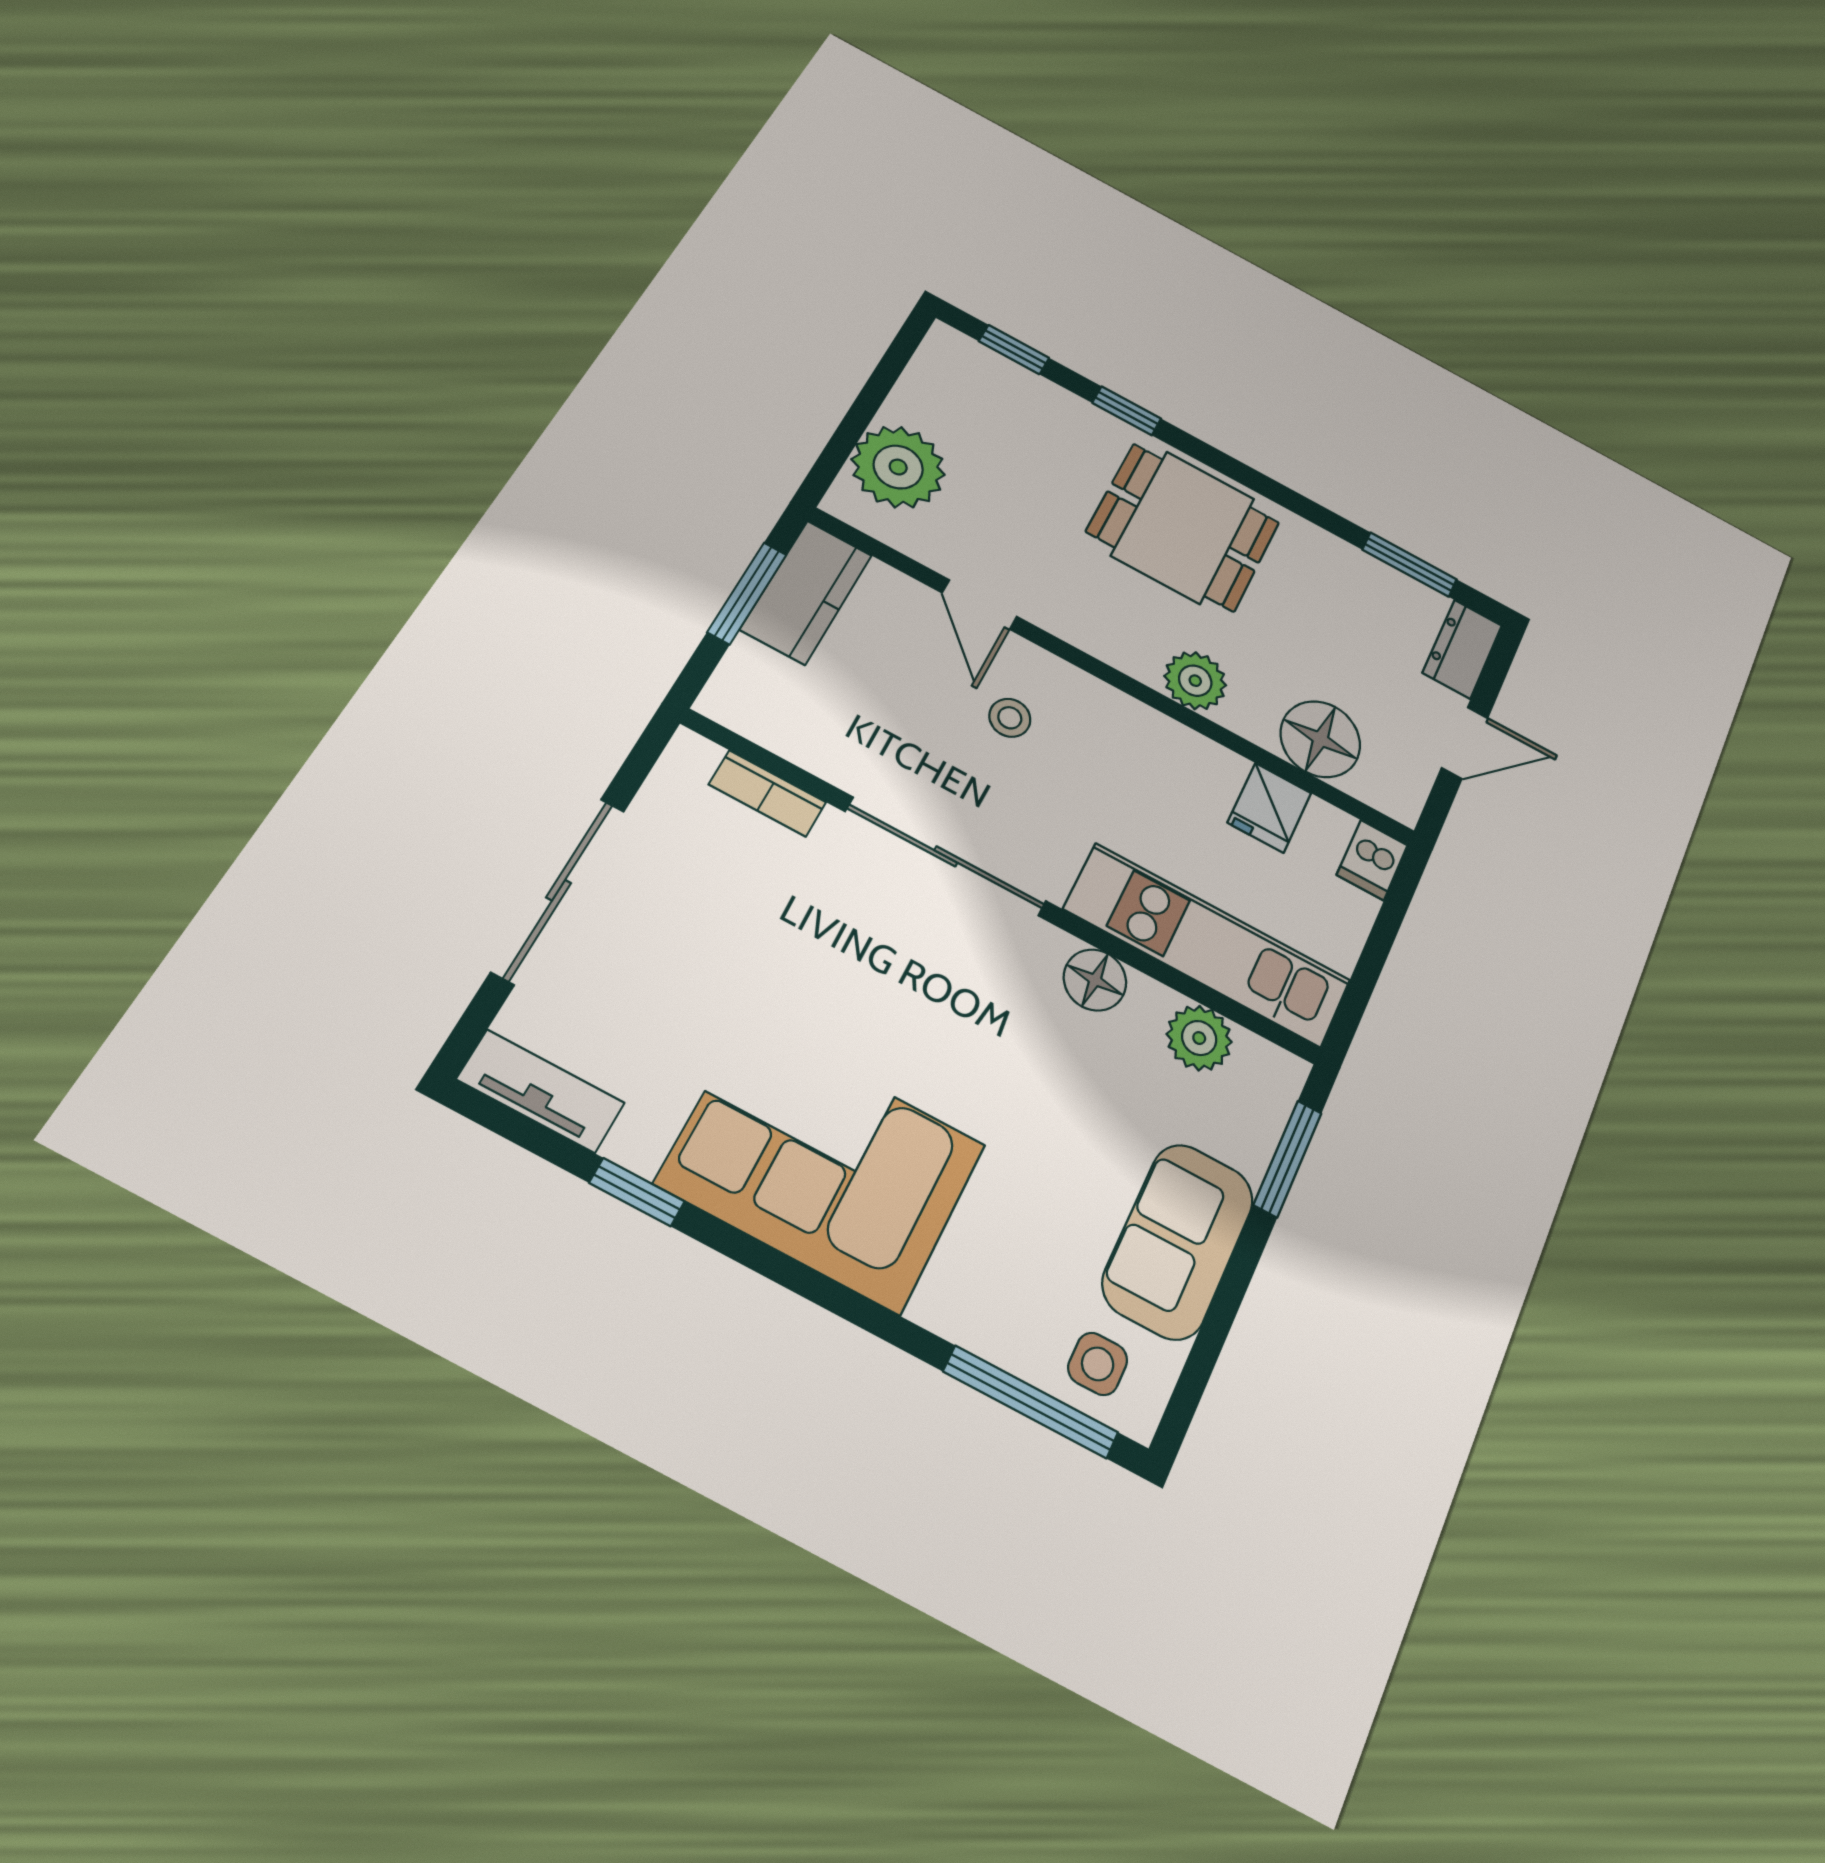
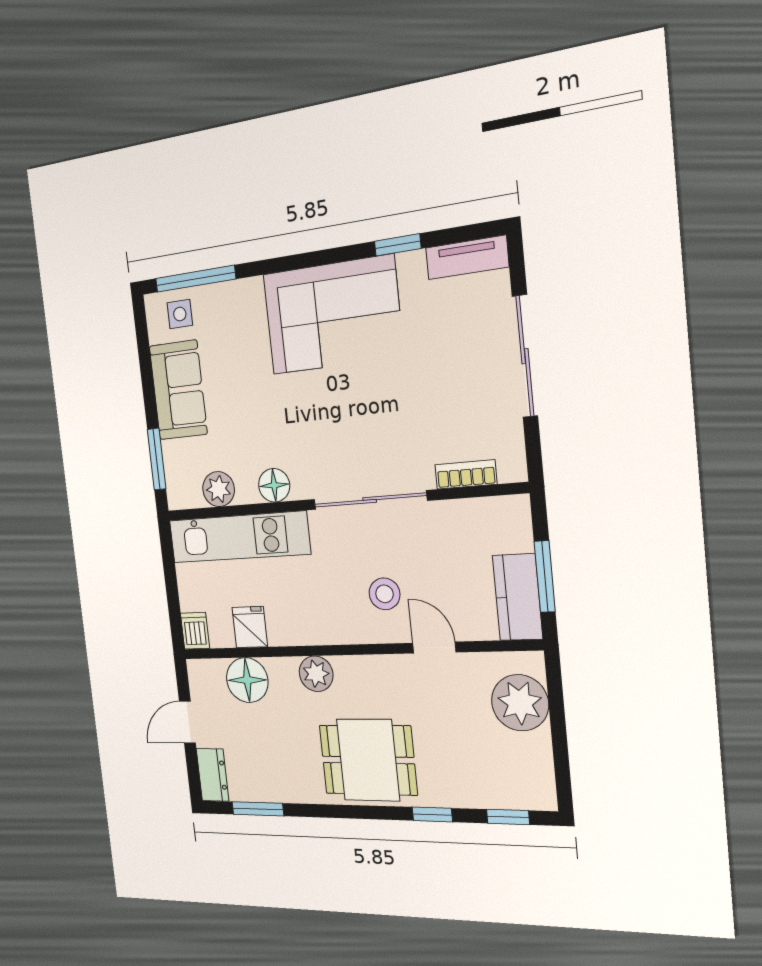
stool: (1010, 718) -> (384, 594), width x1.37, depth x1.37

